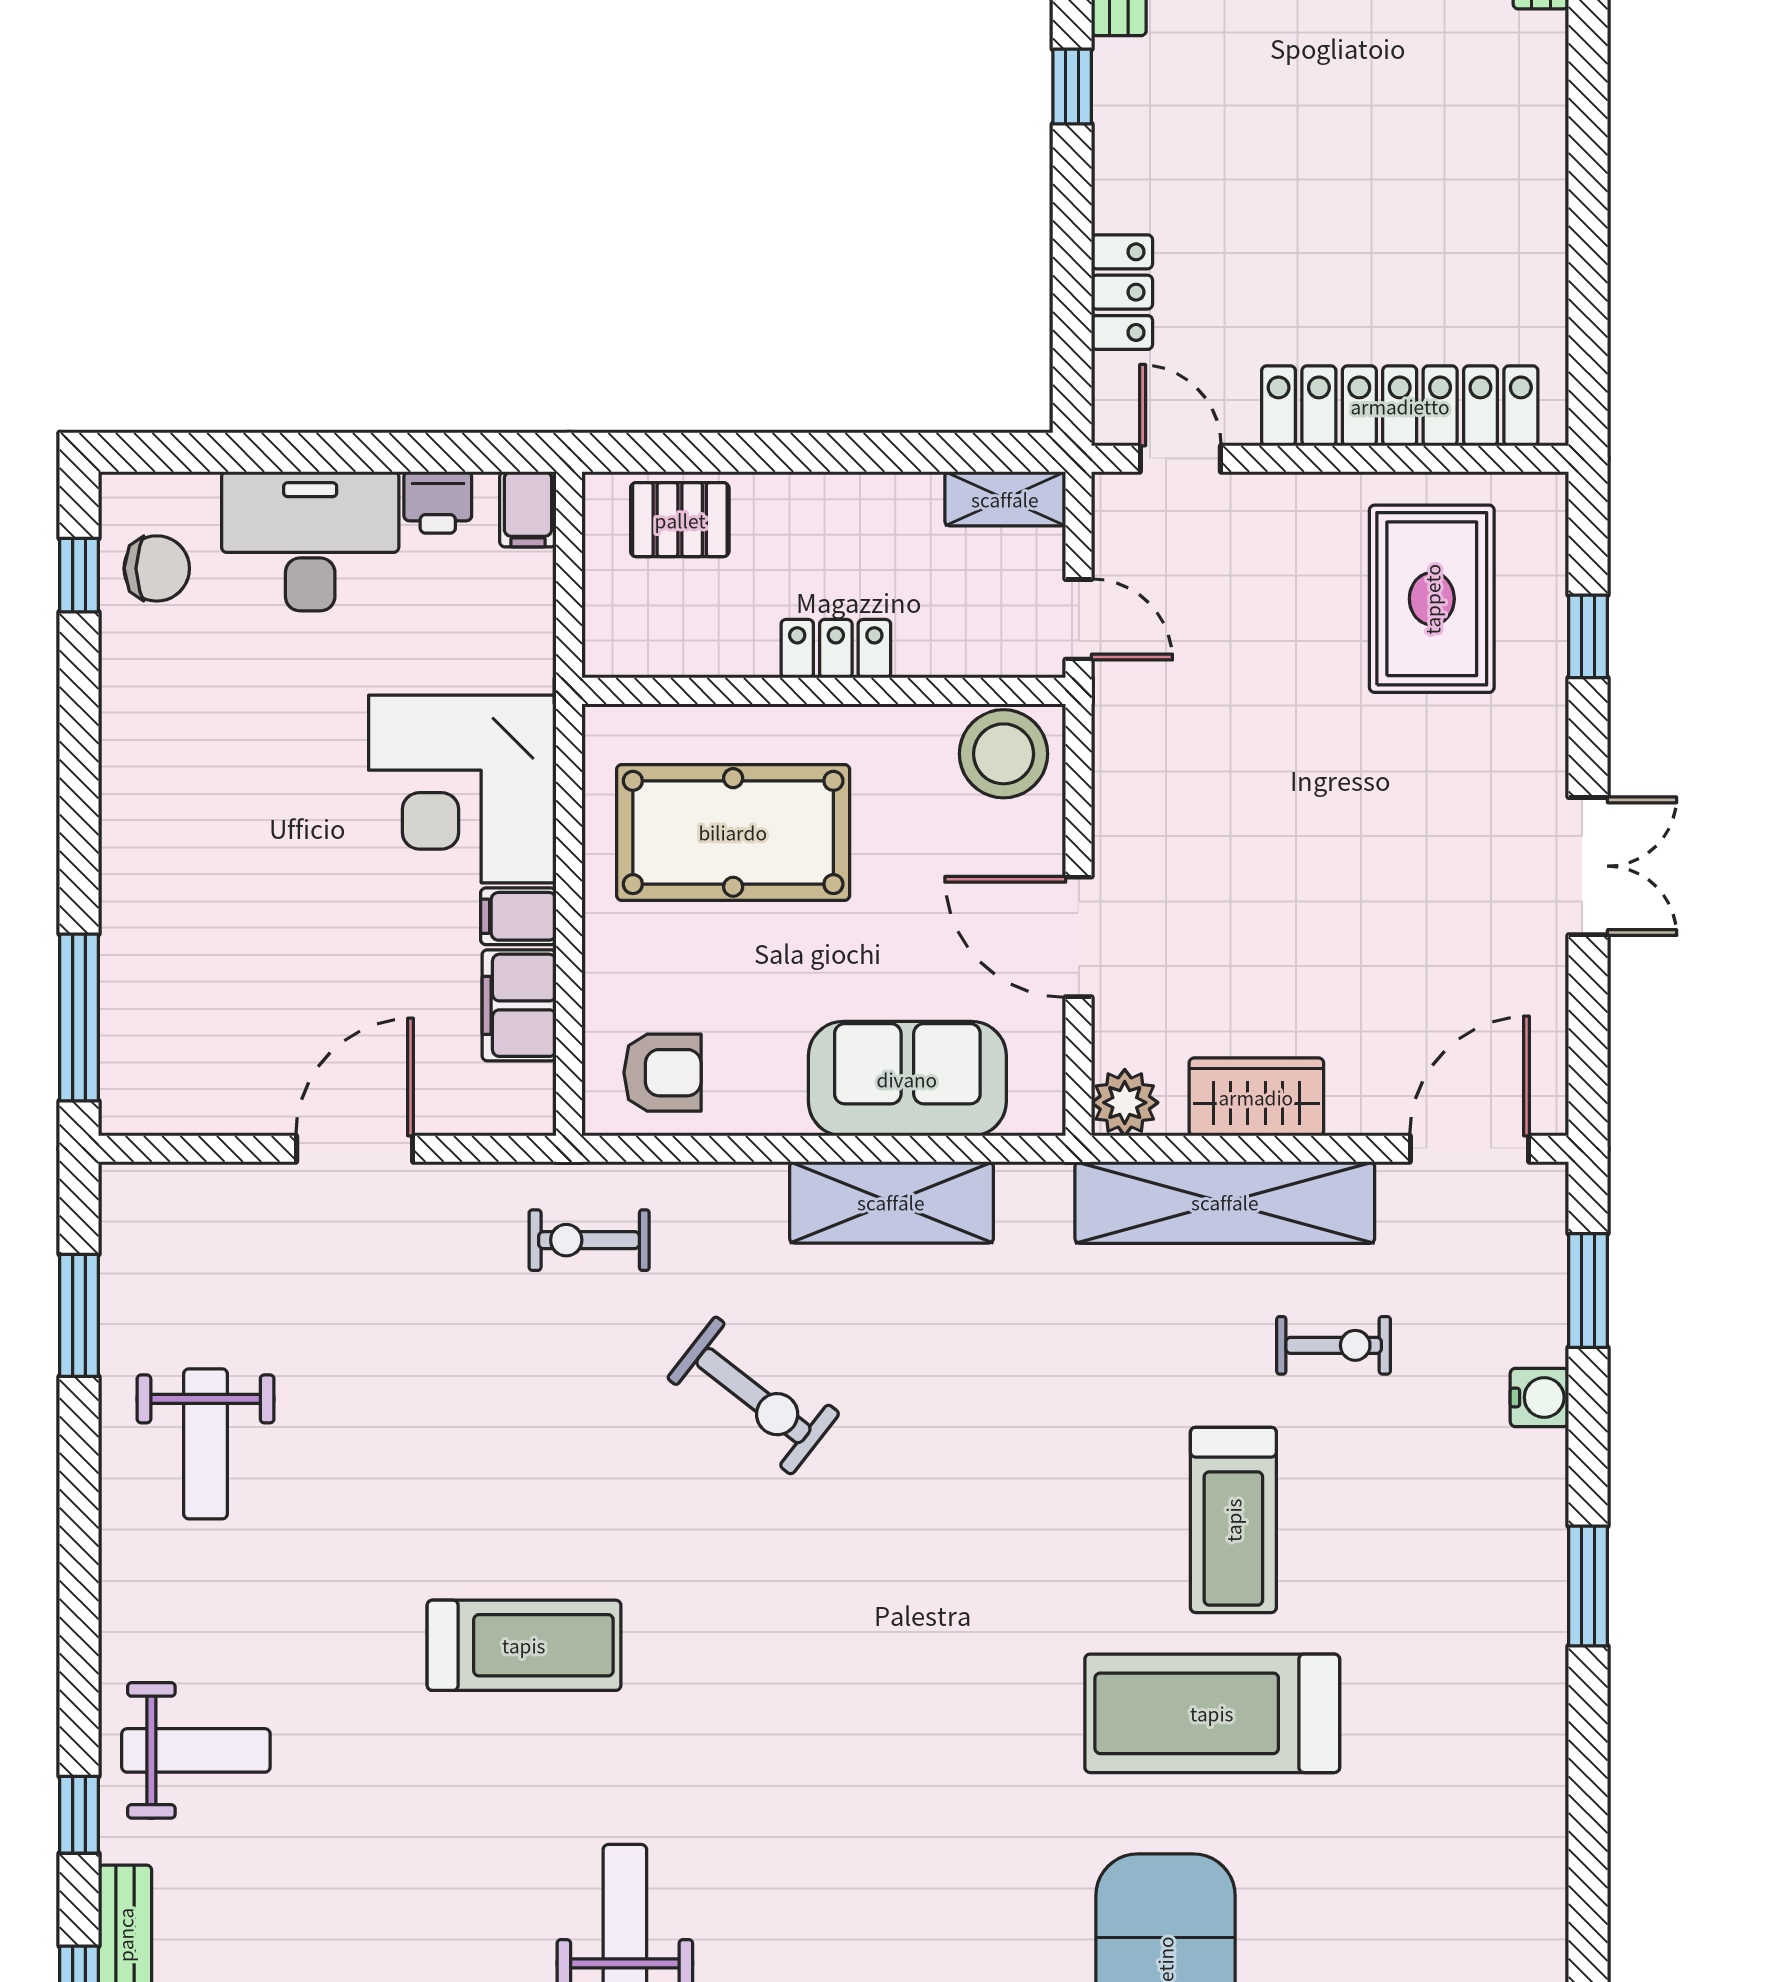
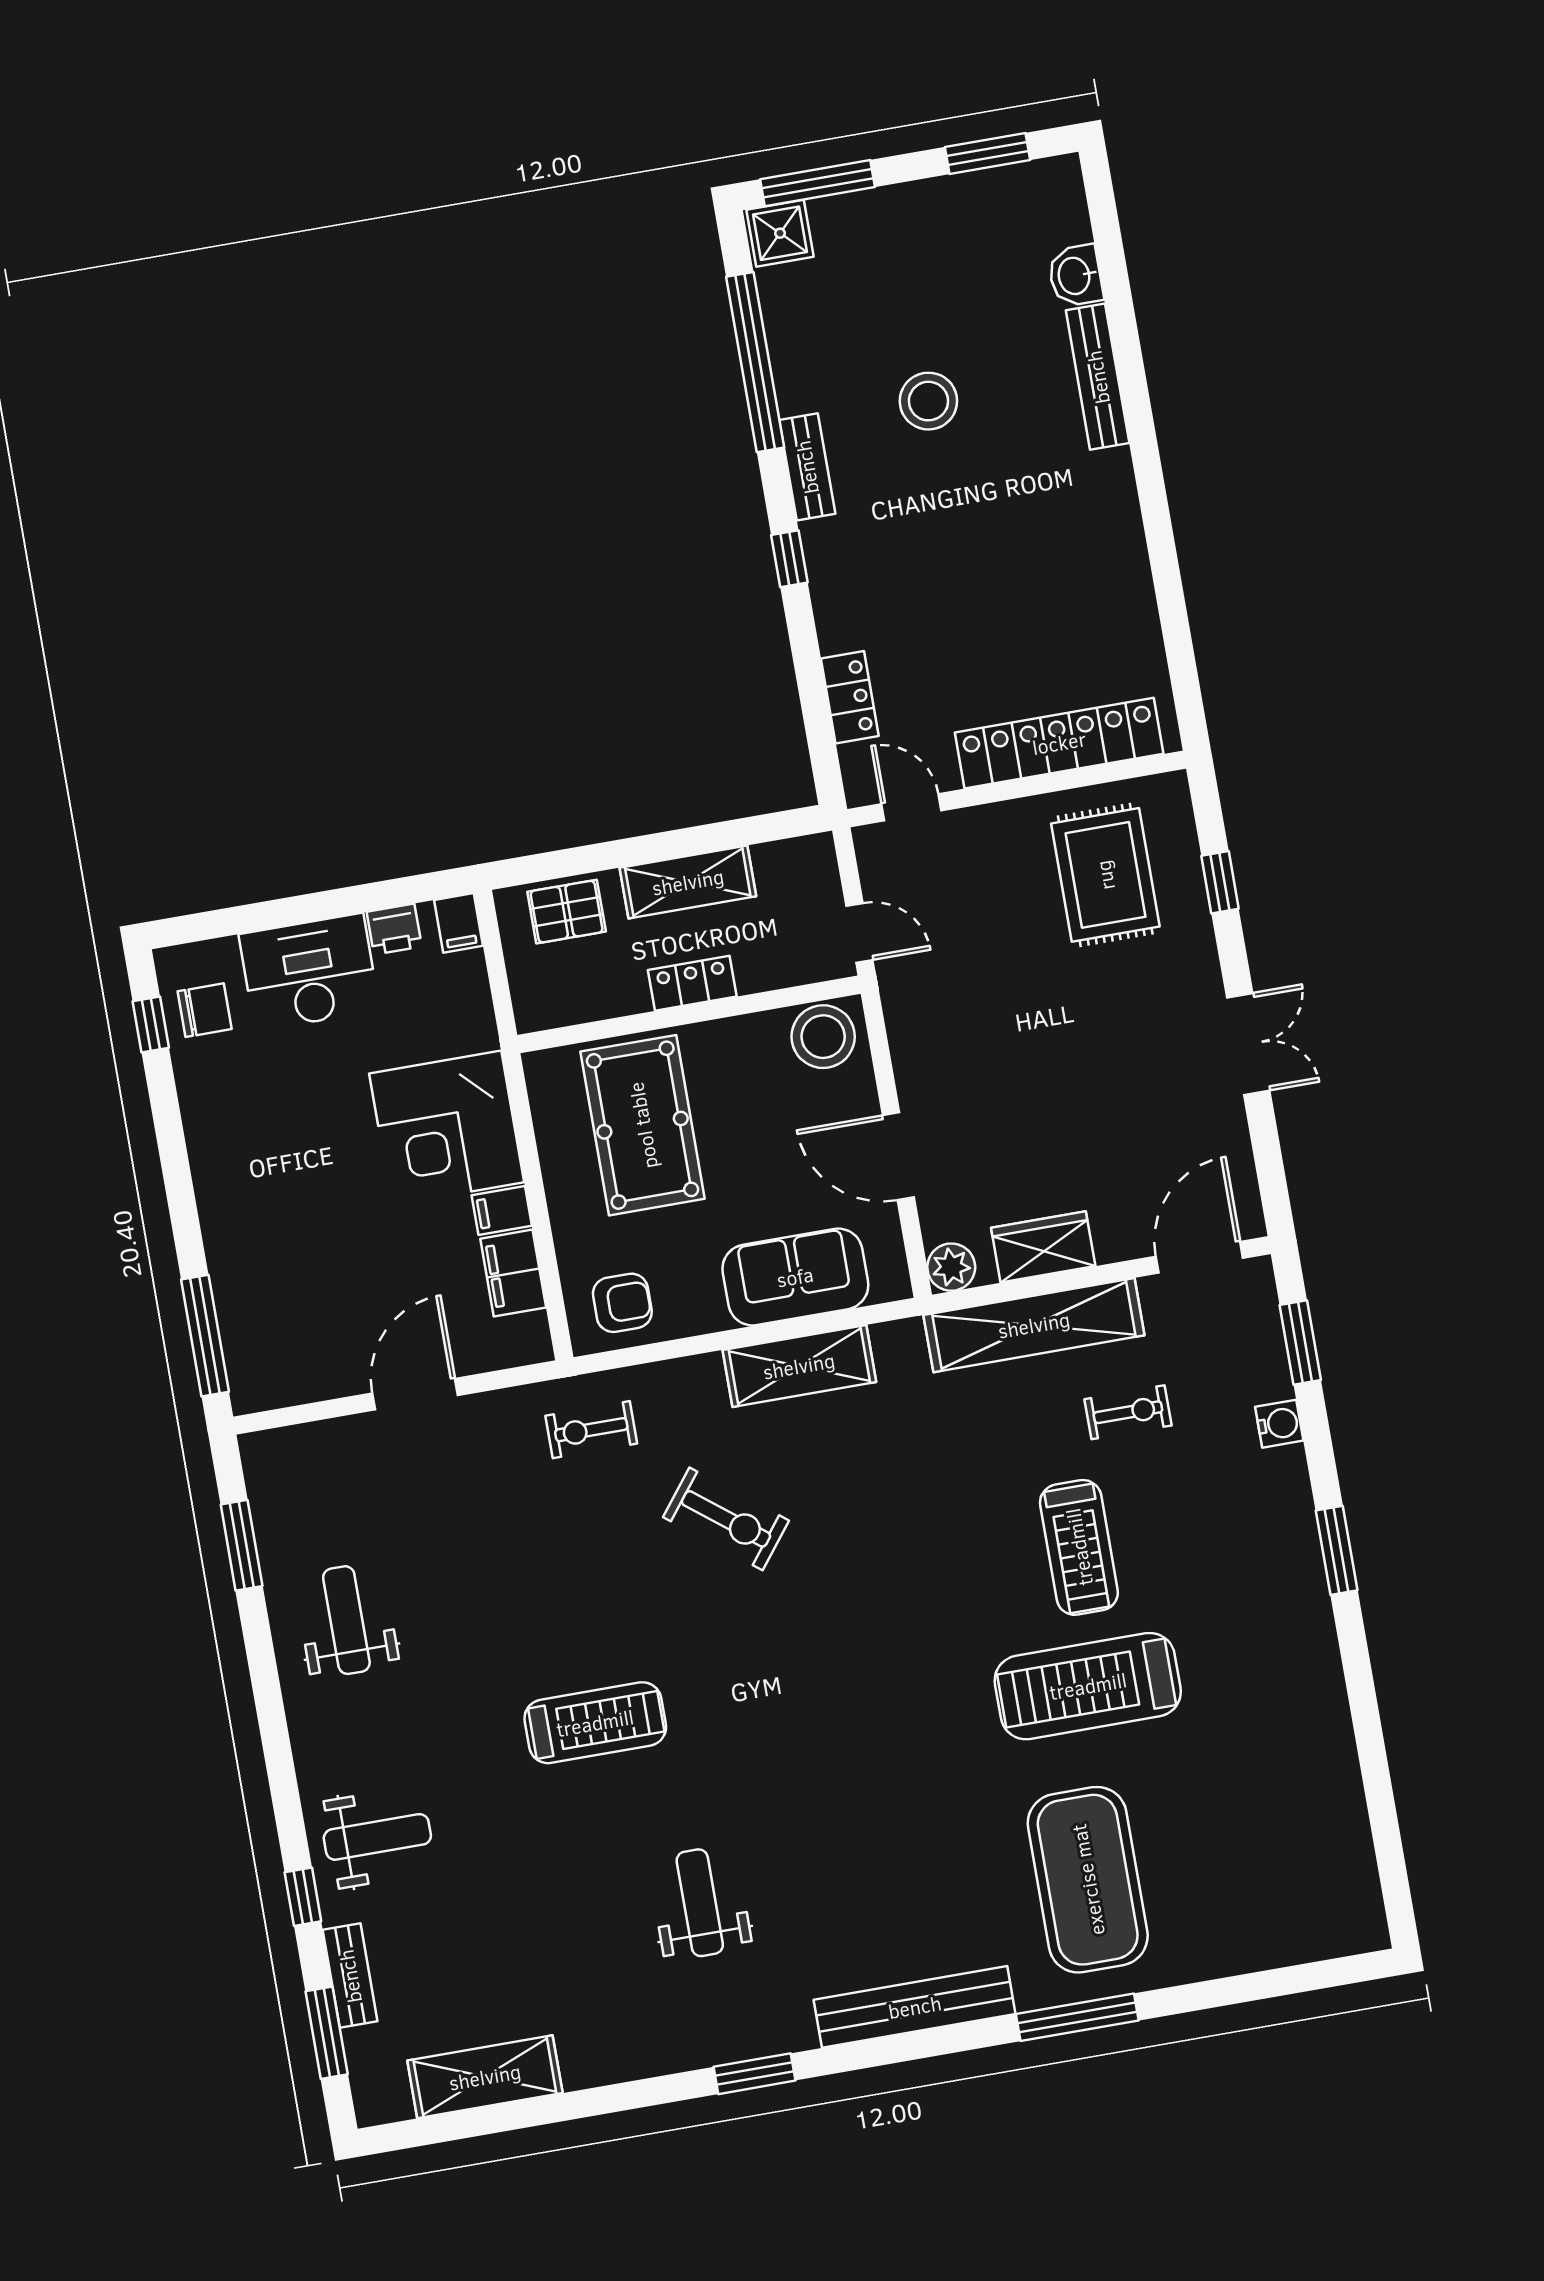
shelving: (1005, 499) -> (688, 882), moved, width x1.50, depth x1.33
pool table: (733, 832) -> (643, 1125), turned 90
weight bench: (206, 1444) -> (346, 1620), turned 180

